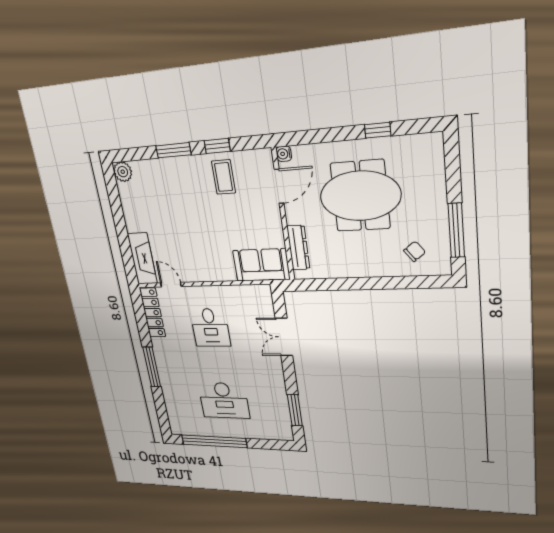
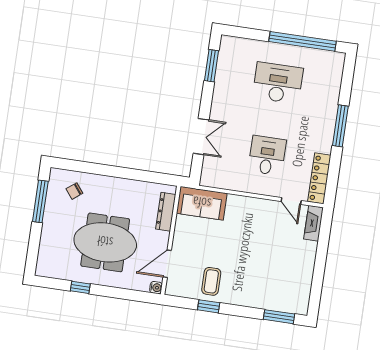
window: (173, 150) -> (279, 317), moved
plant: (123, 172) -> (300, 306), removed
fireplace: (142, 259) -> (314, 223), width x0.73, depth x0.76

